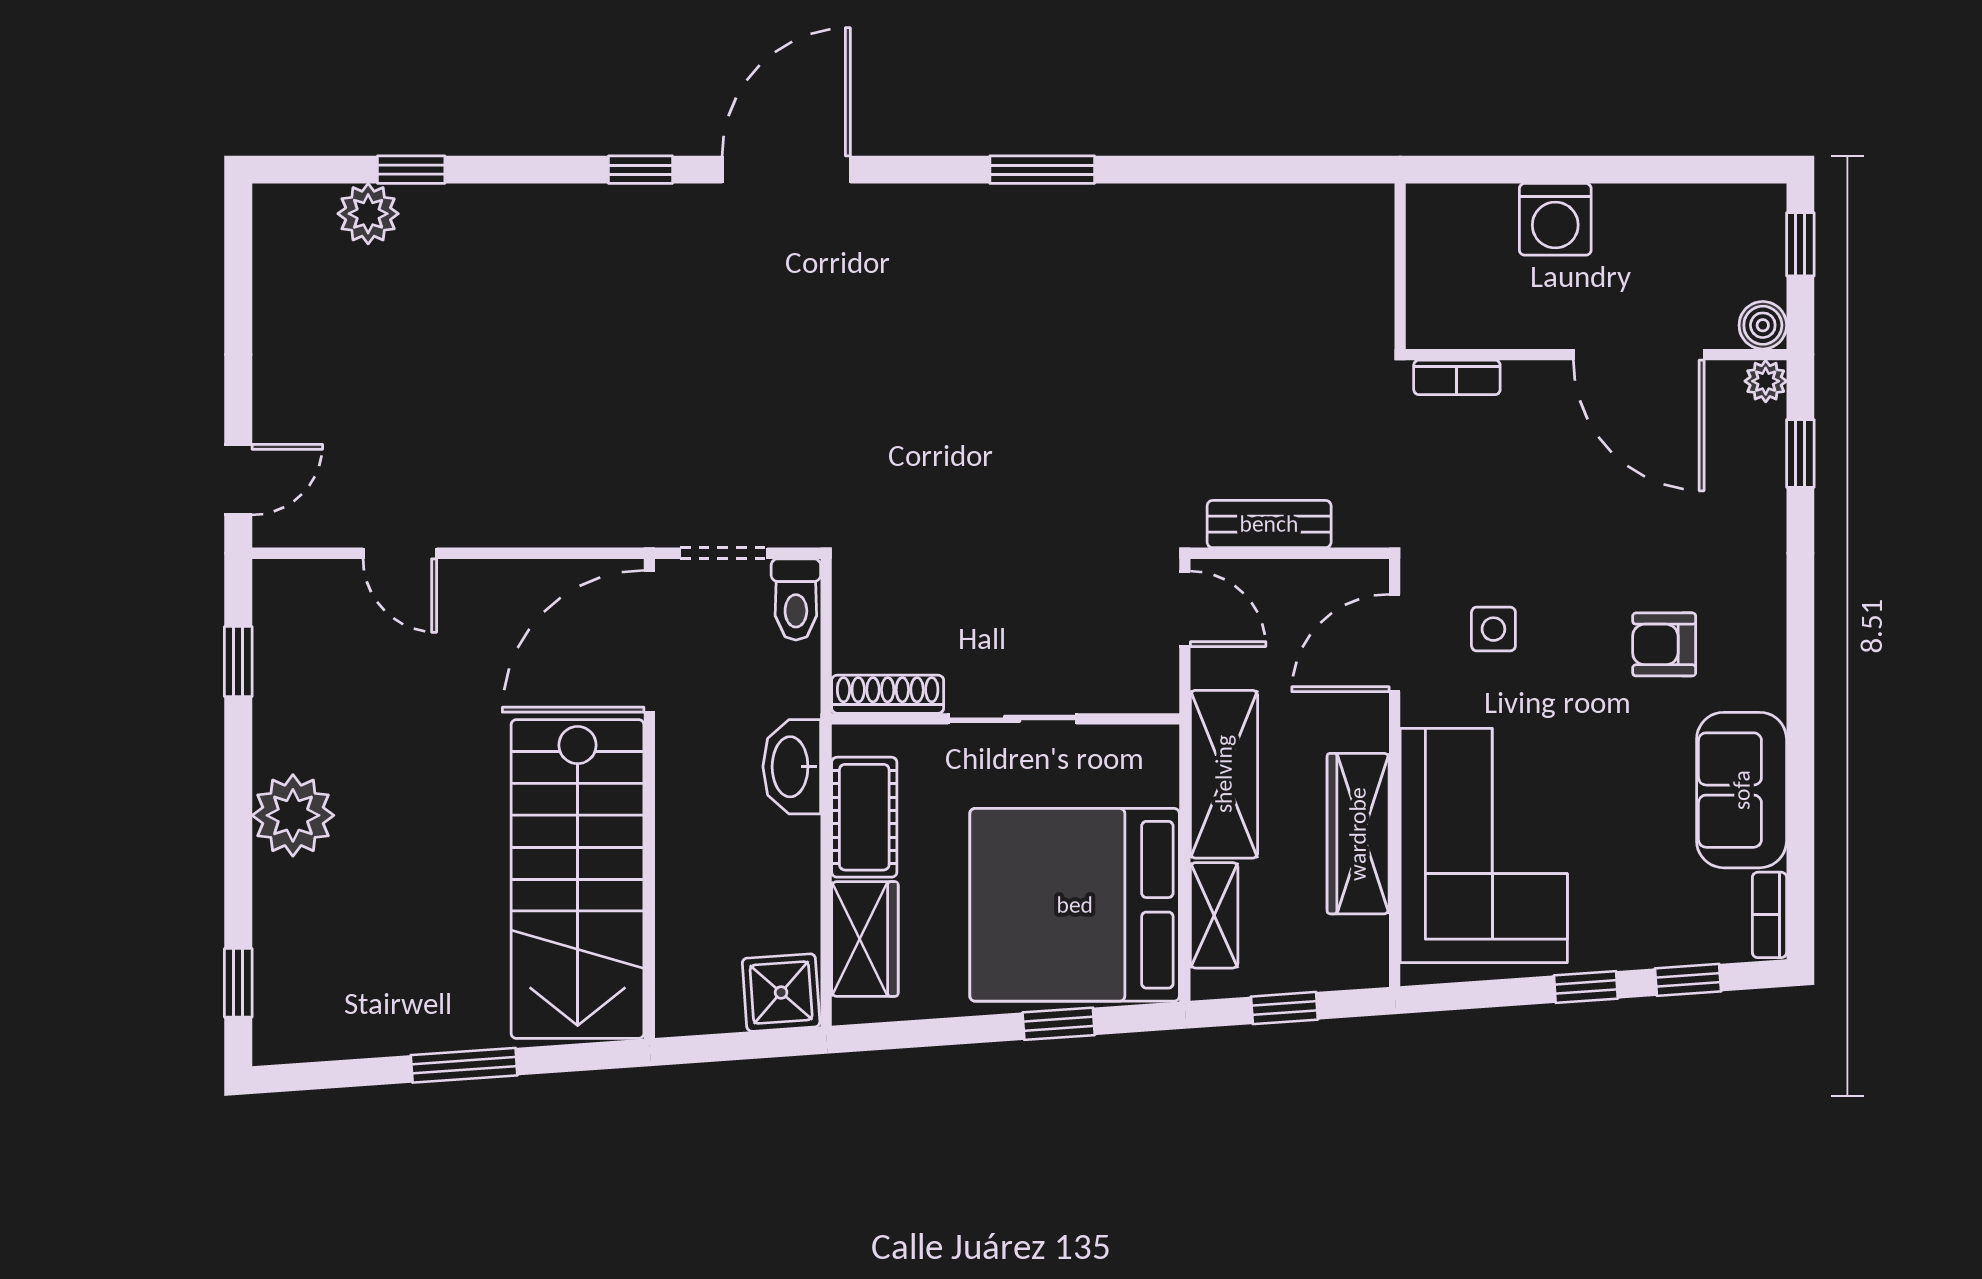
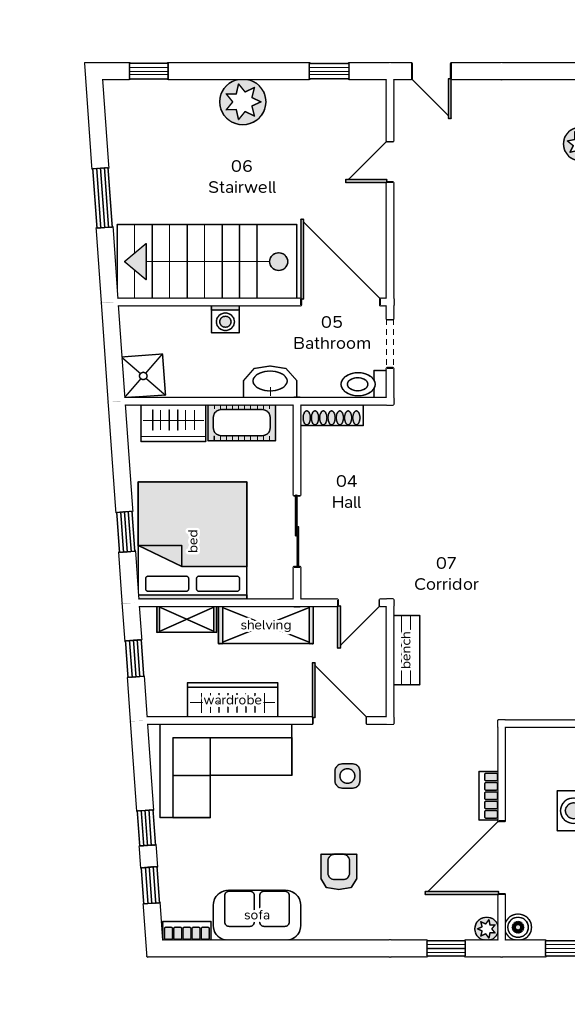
bookcase: (1457, 377) -> (489, 796), moved
shoe rack: (888, 694) -> (332, 415), moved, turned 90
sliding door: (1012, 719) -> (297, 531), moved
washing machine: (680, 846) -> (225, 319), added

